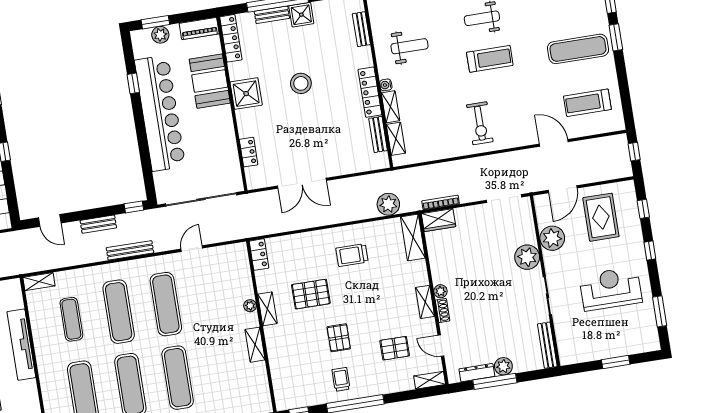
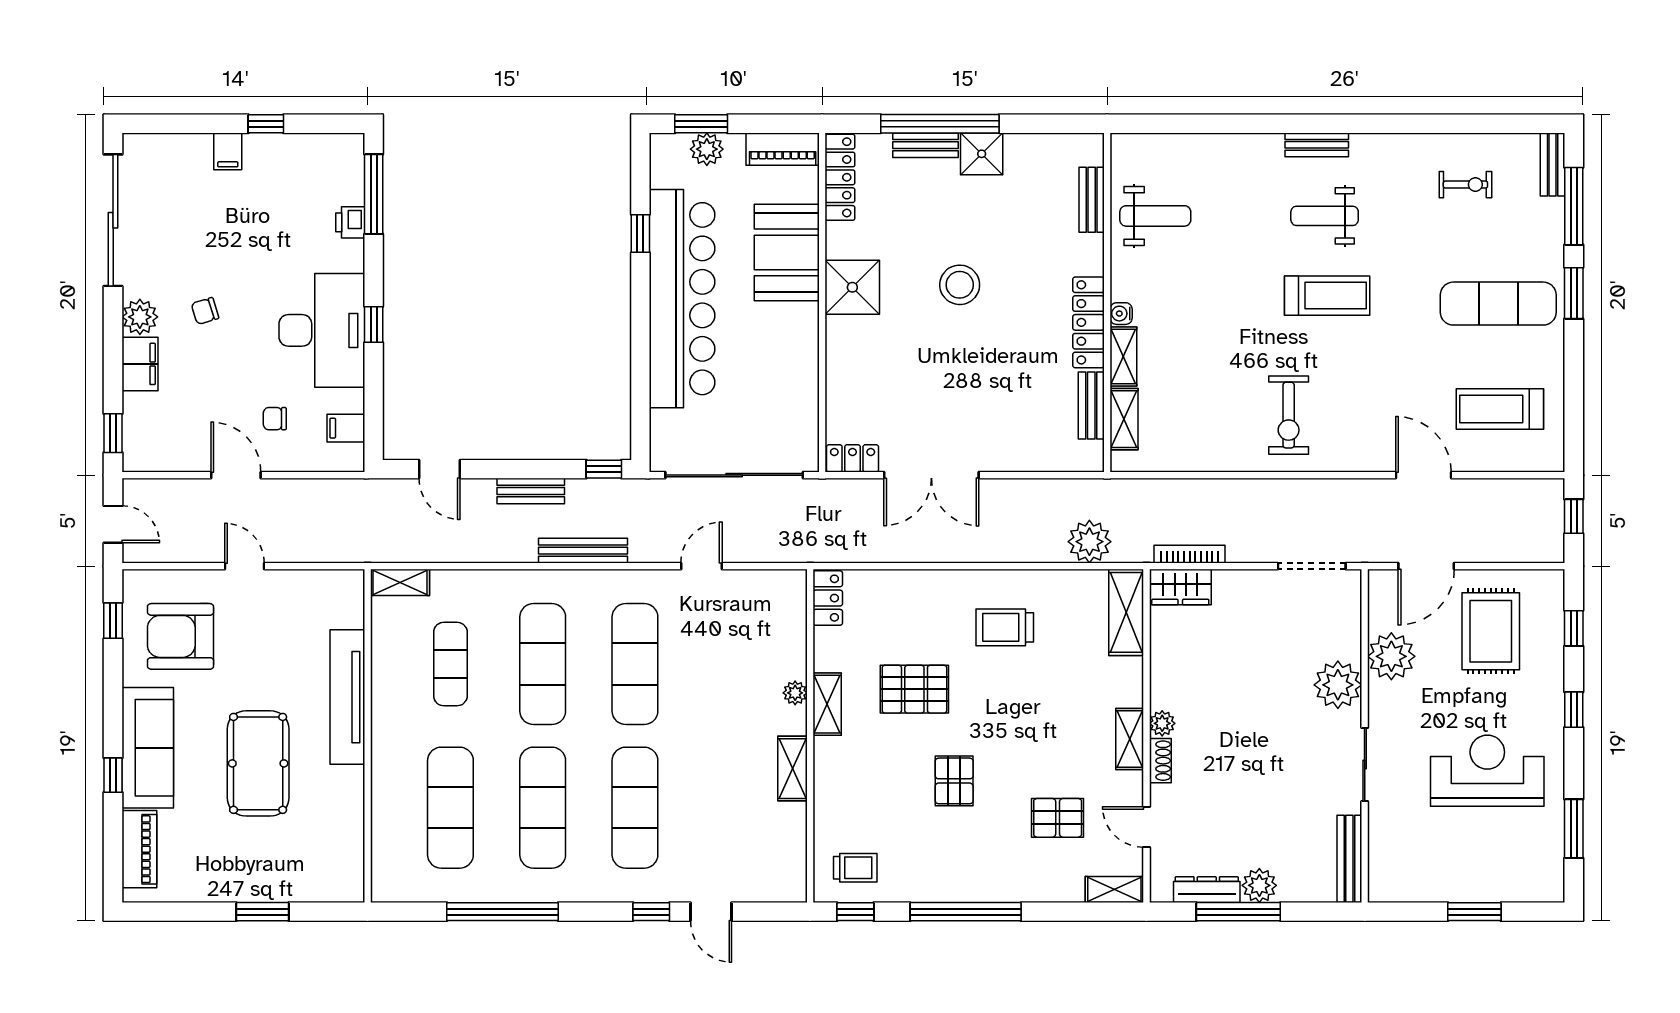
weight bench: (410, 46) -> (1155, 216), moved
locker: (249, 152) -> (853, 458), moved, turned -90
trolley: (341, 379) -> (855, 868), moved, turned 90

